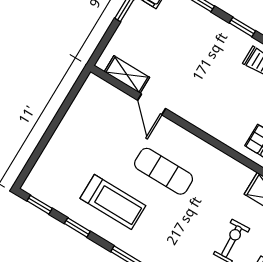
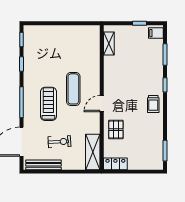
door: (152, 104) -> (102, 104), moved
treadmill: (113, 202) -> (48, 104), moved, turned 180

